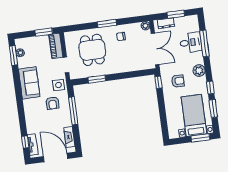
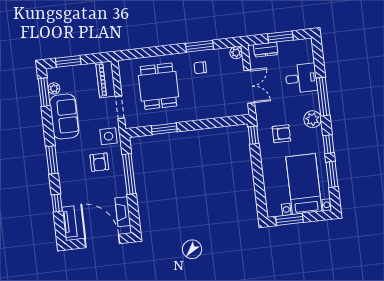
window: (107, 24) -> (200, 46), moved
window: (44, 32) -> (68, 61), moved
window: (204, 43) -> (323, 97), moved
double door: (155, 49) -> (249, 87), width x0.73
sofa: (29, 83) -> (64, 116), moved
window: (20, 102) -> (52, 160), added
window: (200, 138) -> (289, 219), moved
window: (25, 142) -> (57, 203), moved

